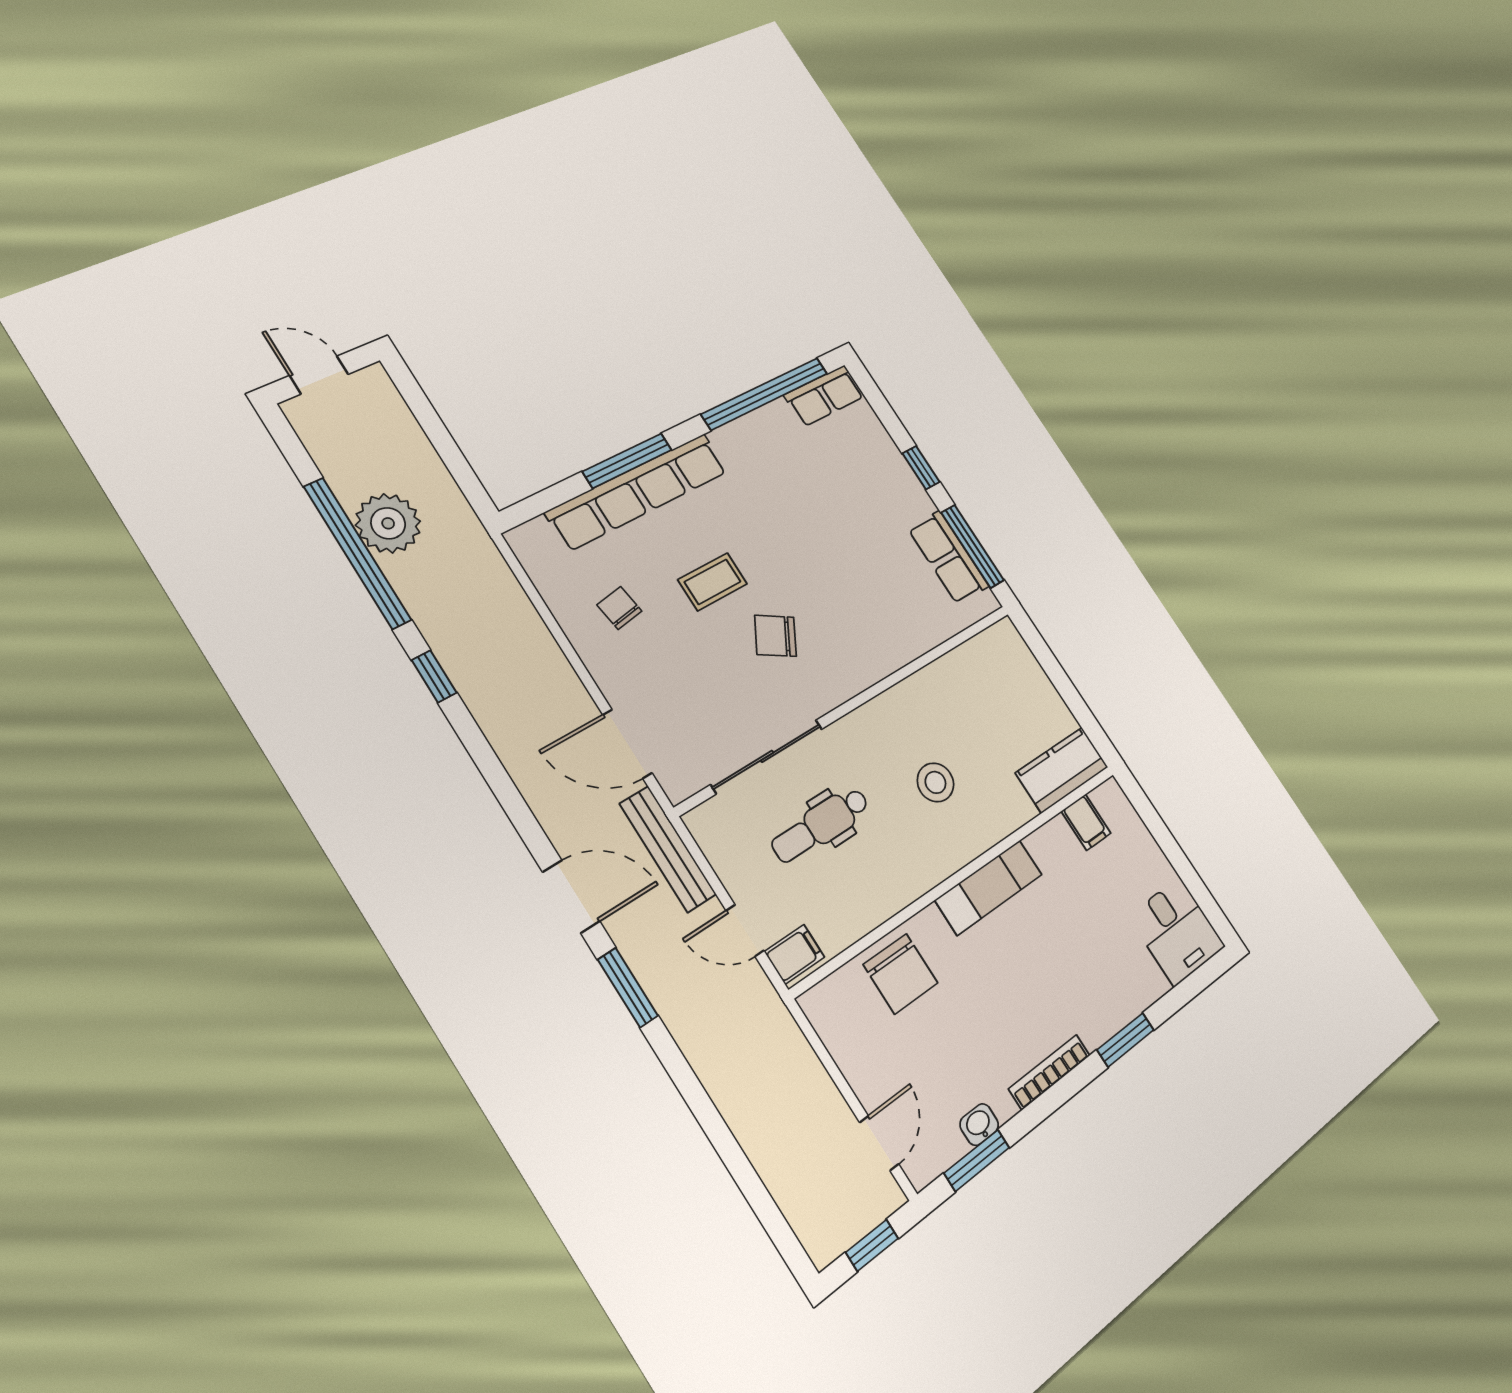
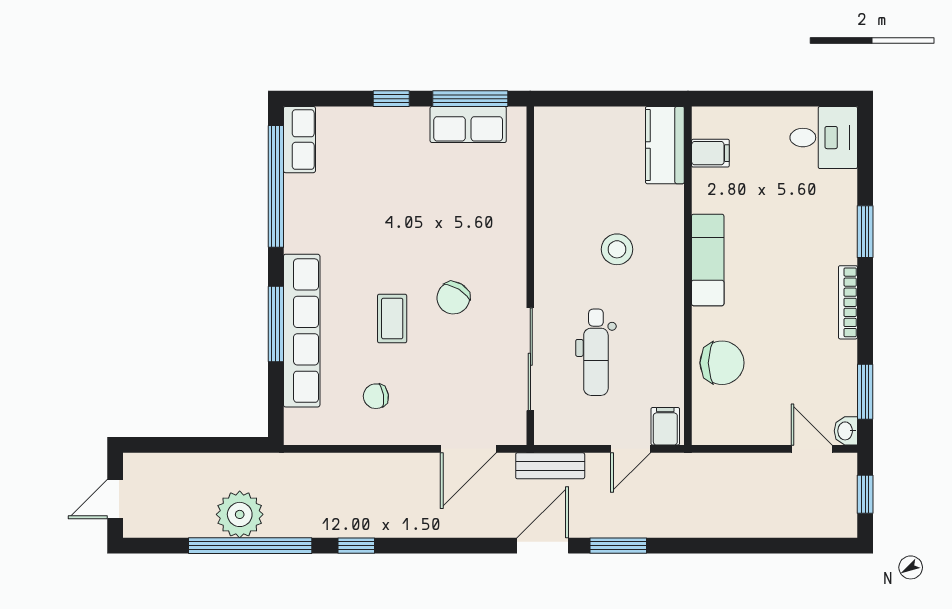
bench: (668, 849) -> (550, 466), width x0.73
washbasin: (979, 1125) -> (846, 431), moved

